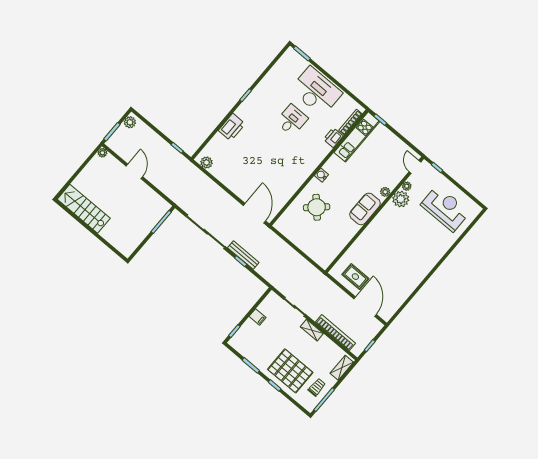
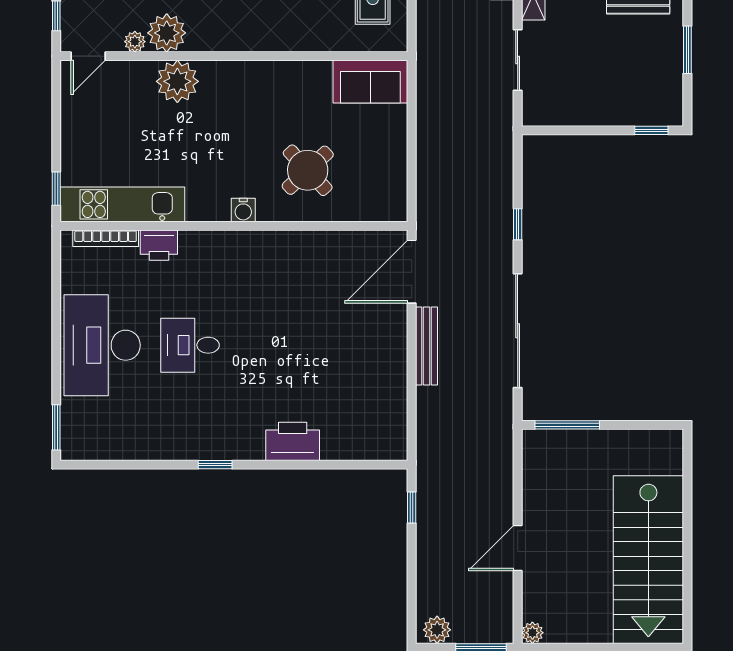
plant: (206, 163) -> (394, 433), removed
plant: (385, 192) -> (177, 81), width x1.87, depth x1.87
stairs: (84, 209) -> (648, 560), width x1.36, depth x1.51
sofa: (365, 209) -> (370, 82), moved
bench: (243, 255) -> (427, 346), moved
filing cabinet: (257, 317) -> (591, 110), removed

